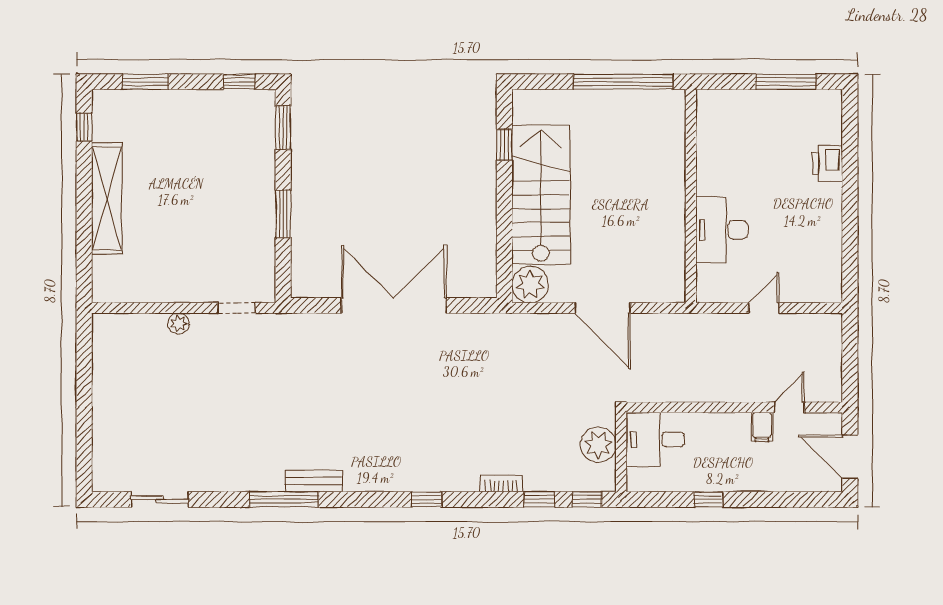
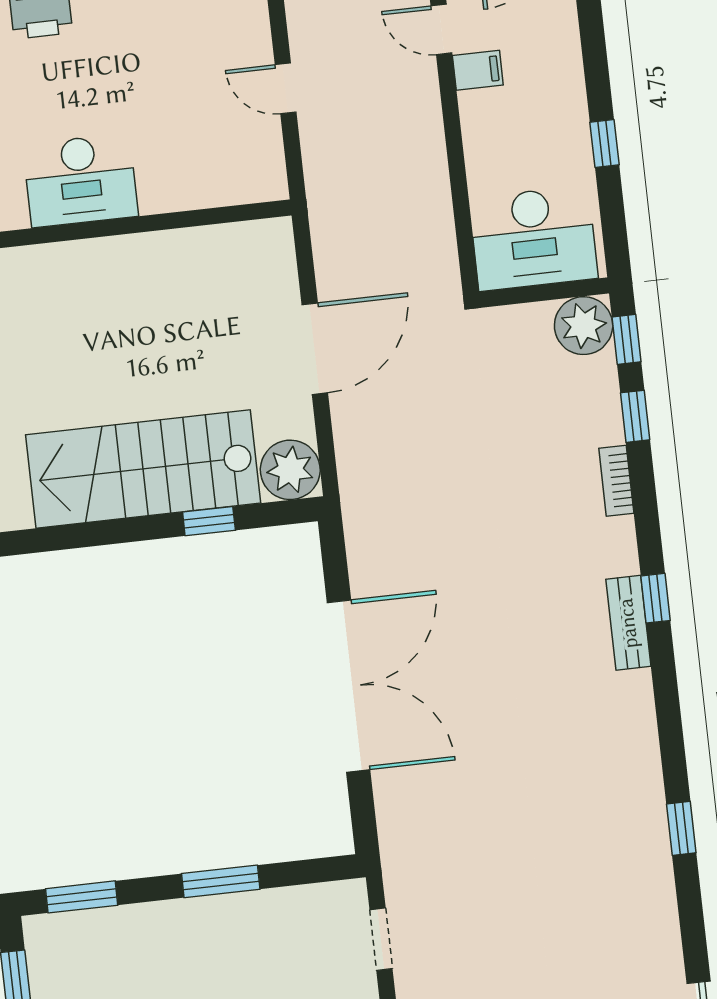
window: (504, 145) -> (209, 521), moved
desk: (722, 230) -> (81, 180), moved
double door: (394, 305) -> (349, 686), swing flipped
desk: (655, 439) -> (533, 238), width x1.37
plant: (598, 445) -> (584, 326), moved
bench: (314, 481) -> (628, 623), moved
window: (284, 499) -> (681, 828), width x0.46

